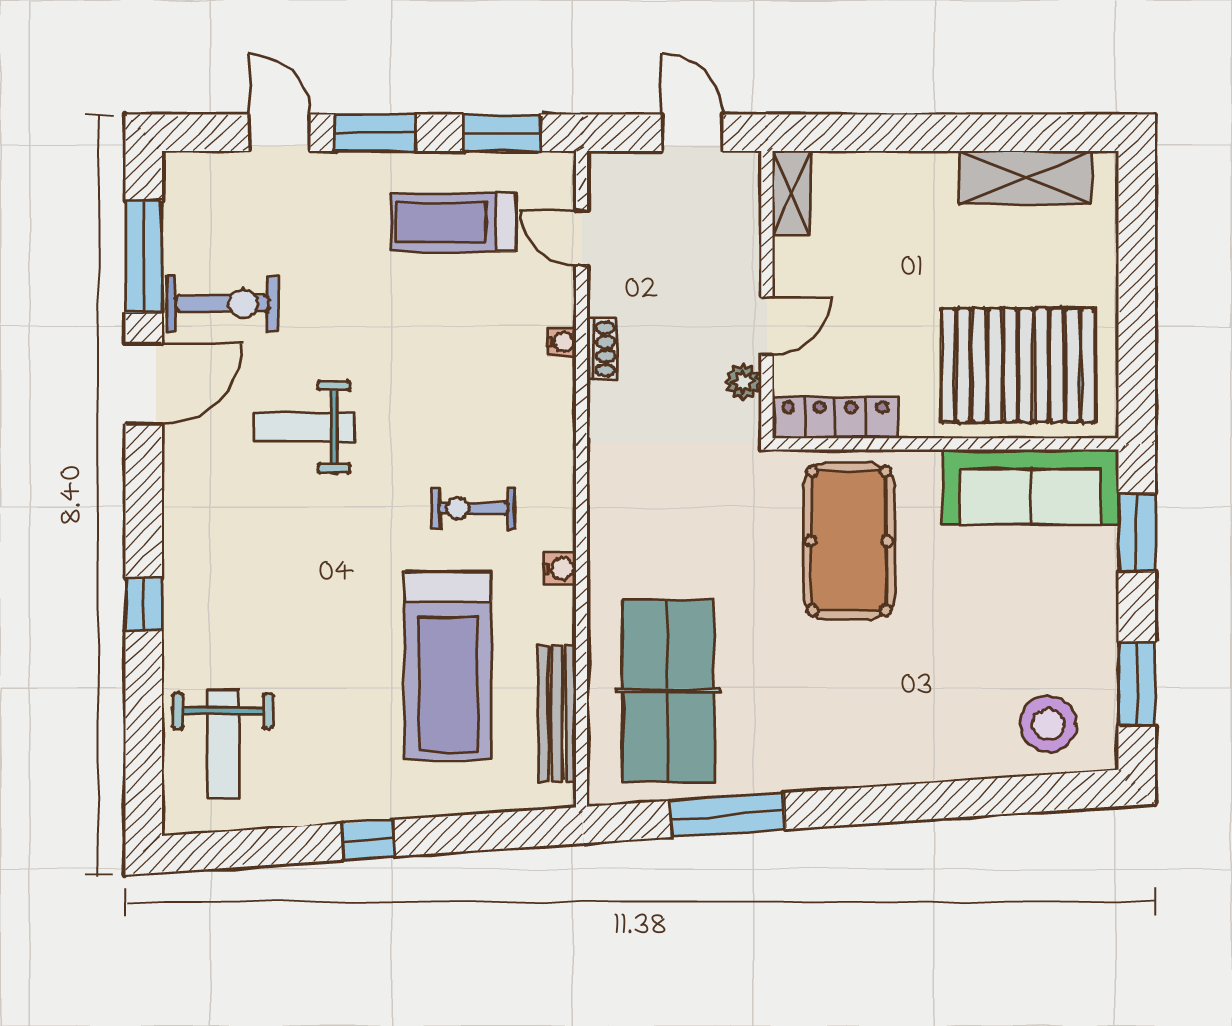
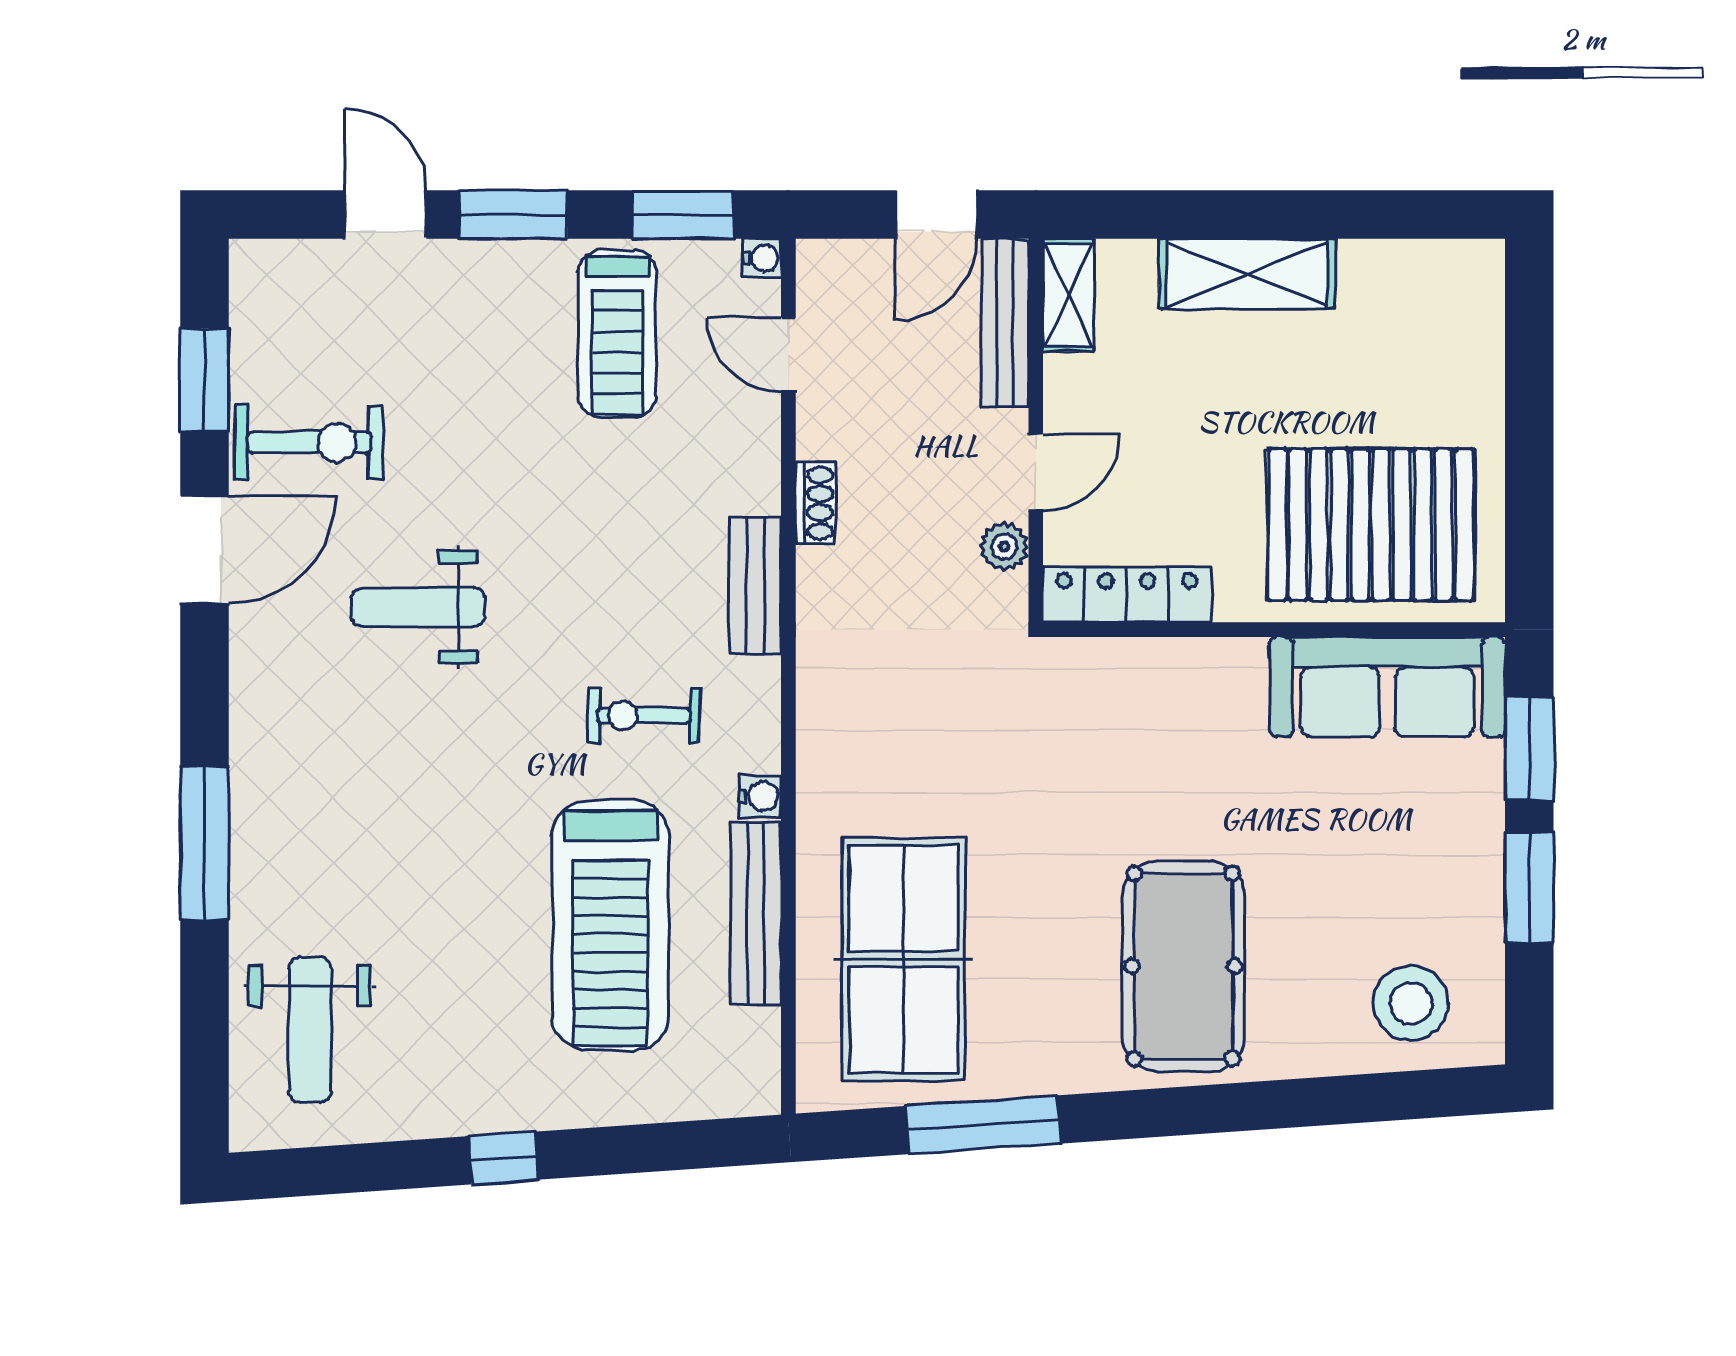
door: (692, 133) -> (936, 215), swing flipped
shelving: (1025, 177) -> (1247, 274), moved
bench: (744, 214) -> (1005, 323), added
treadmill: (453, 222) -> (617, 334), turned -90
window: (144, 257) -> (204, 380), width x0.69
water cooler: (562, 342) -> (762, 258), moved
bench: (557, 411) -> (755, 586), added
pool table: (849, 541) -> (1183, 966), moved
window: (144, 604) -> (204, 843), width x2.17
window: (1137, 683) -> (1529, 887), moved
bench: (557, 713) -> (756, 913), moved

